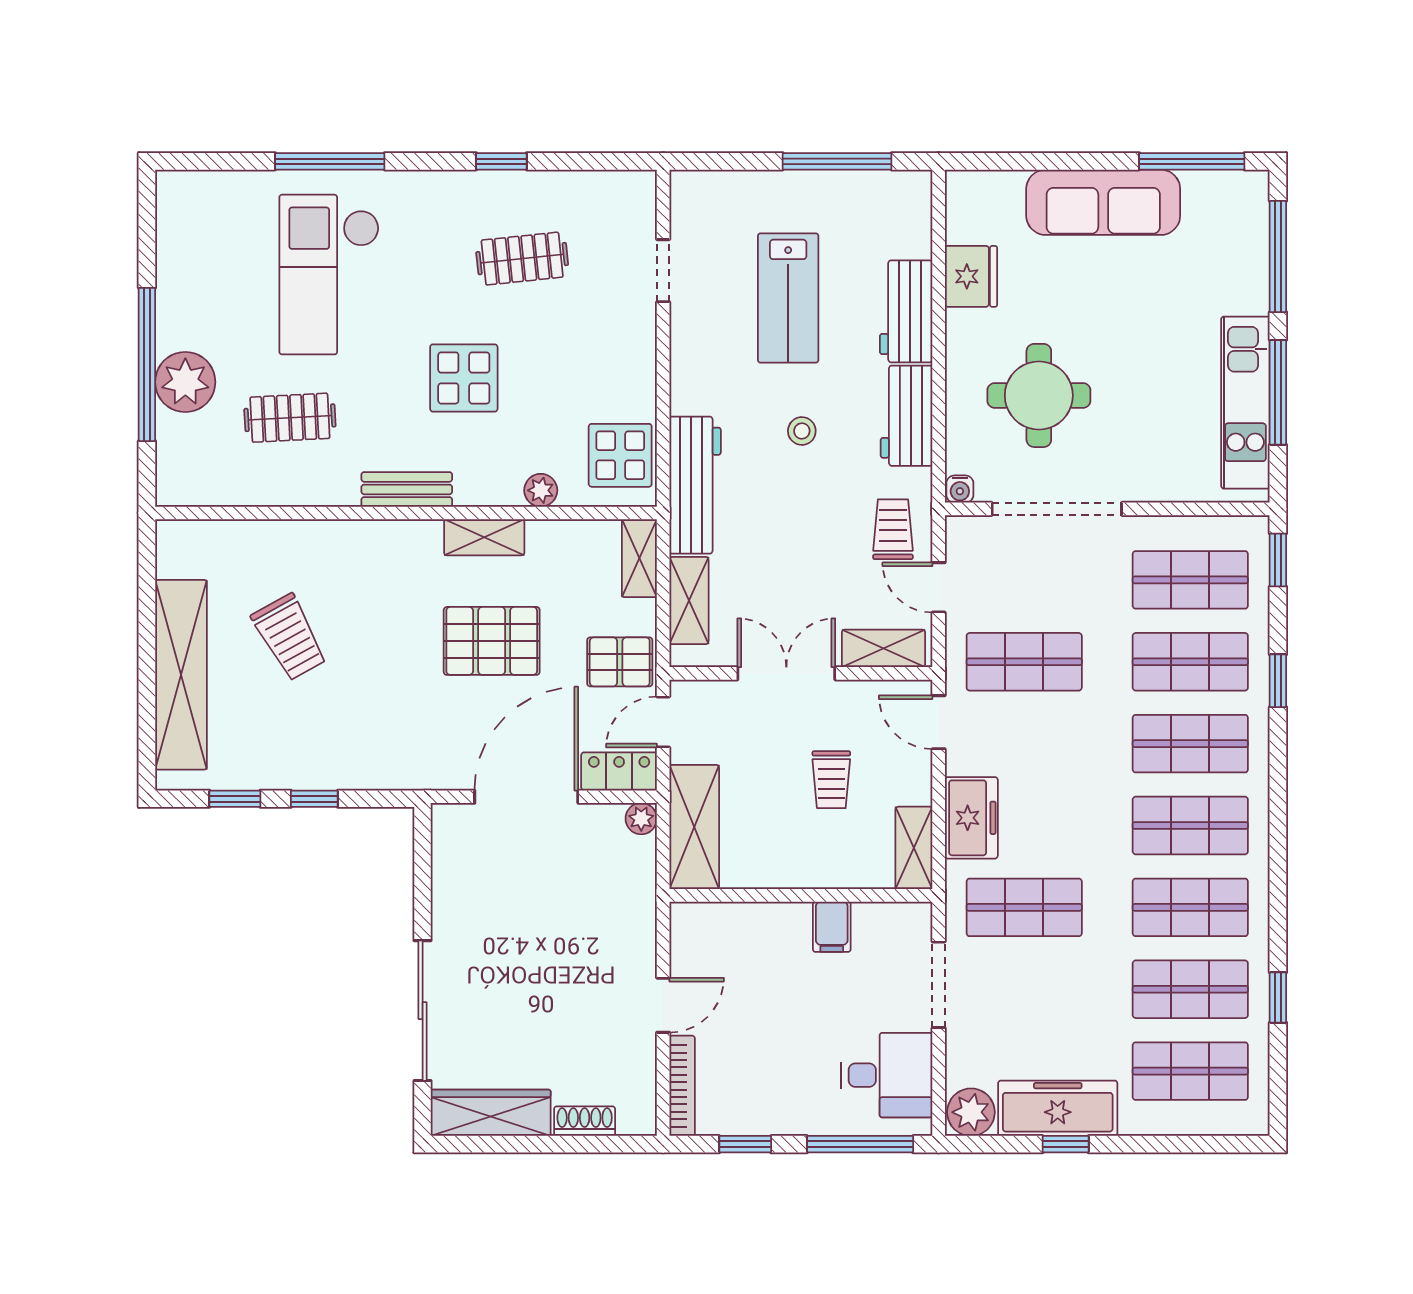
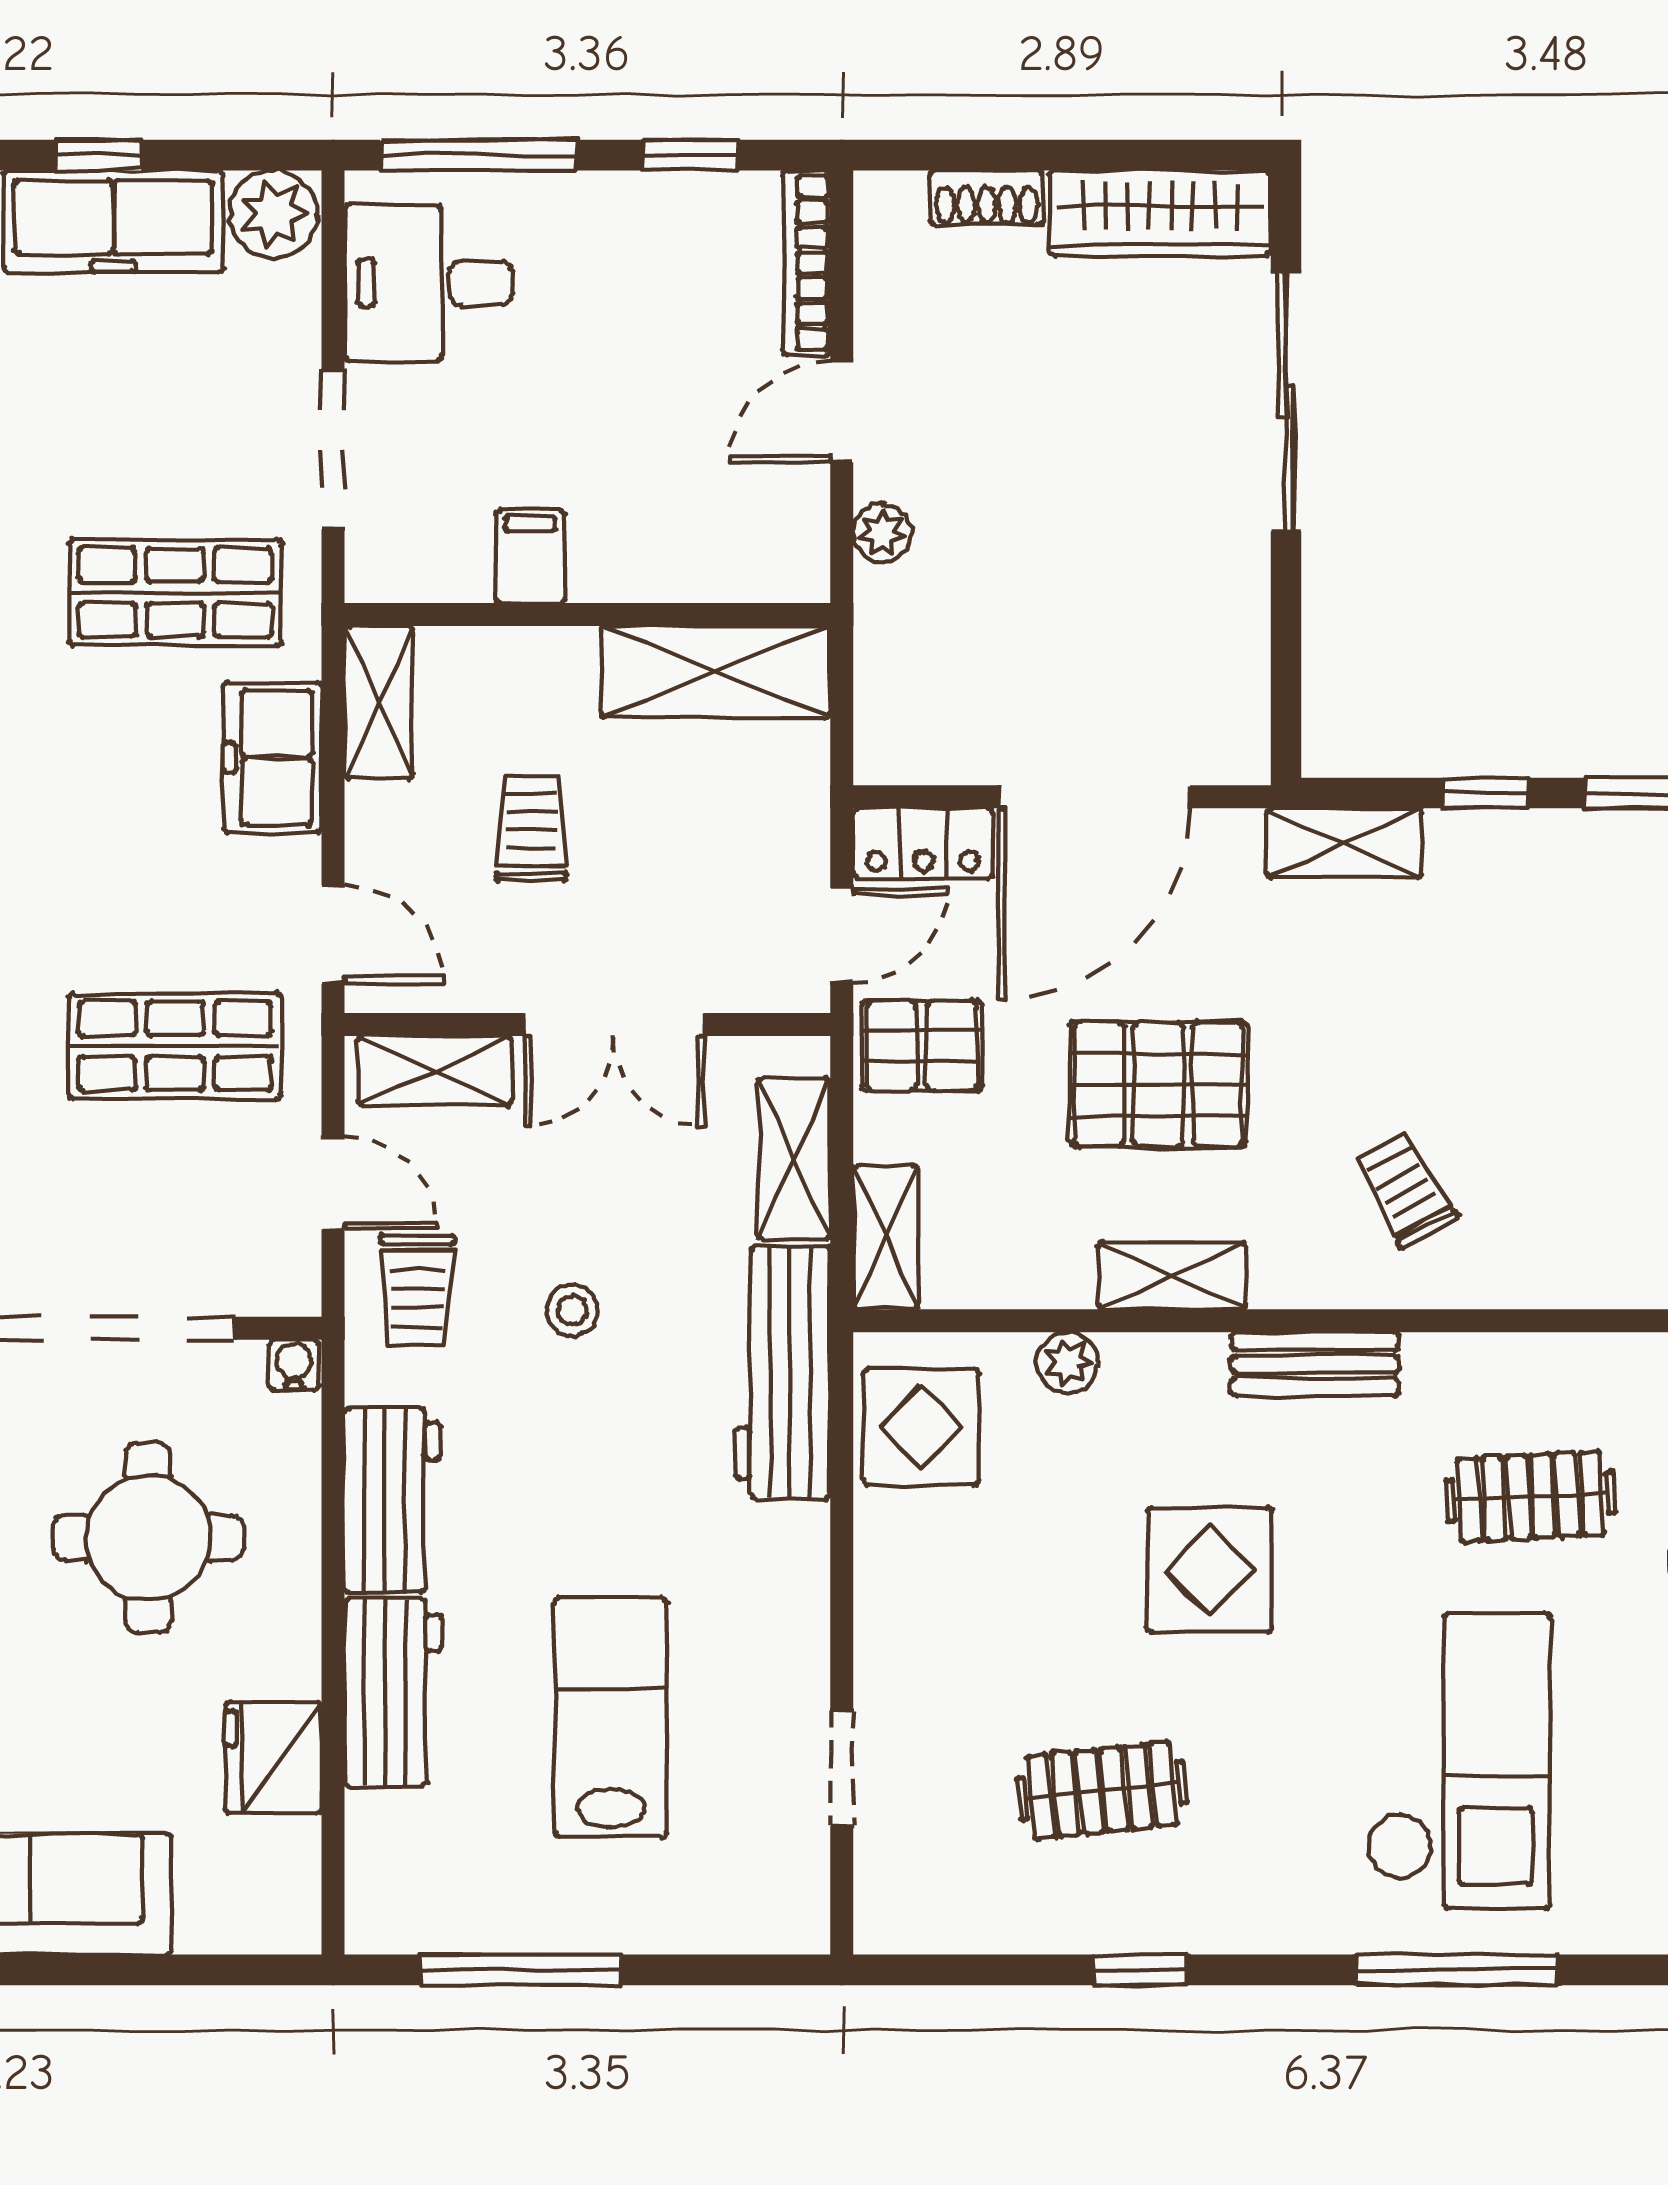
stool: (802, 431) -> (572, 1311), moved
trolley: (290, 637) -> (1405, 1189), moved, width x0.73, depth x0.72
shelving: (391, 772) -> (1344, 843), added
plant: (641, 819) -> (882, 533), moved
shelving: (694, 827) -> (716, 672), moved, turned 90

